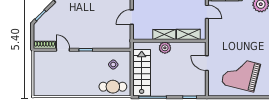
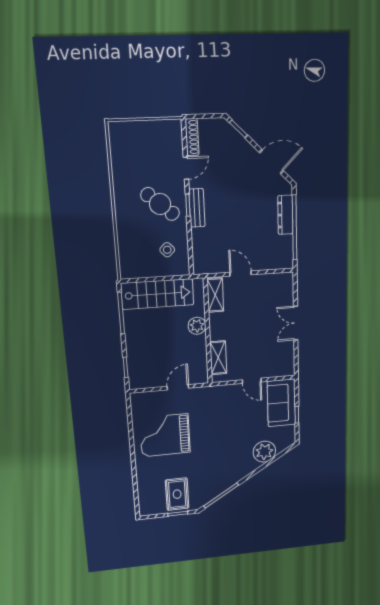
door: (207, 12) -> (252, 381), hinge flipped
shelving: (164, 35) -> (215, 295), moved
bench: (88, 44) -> (197, 208), added
grand piano: (241, 74) -> (165, 435), turned -104
cafe table: (113, 87) -> (160, 204), moved, turned -50

